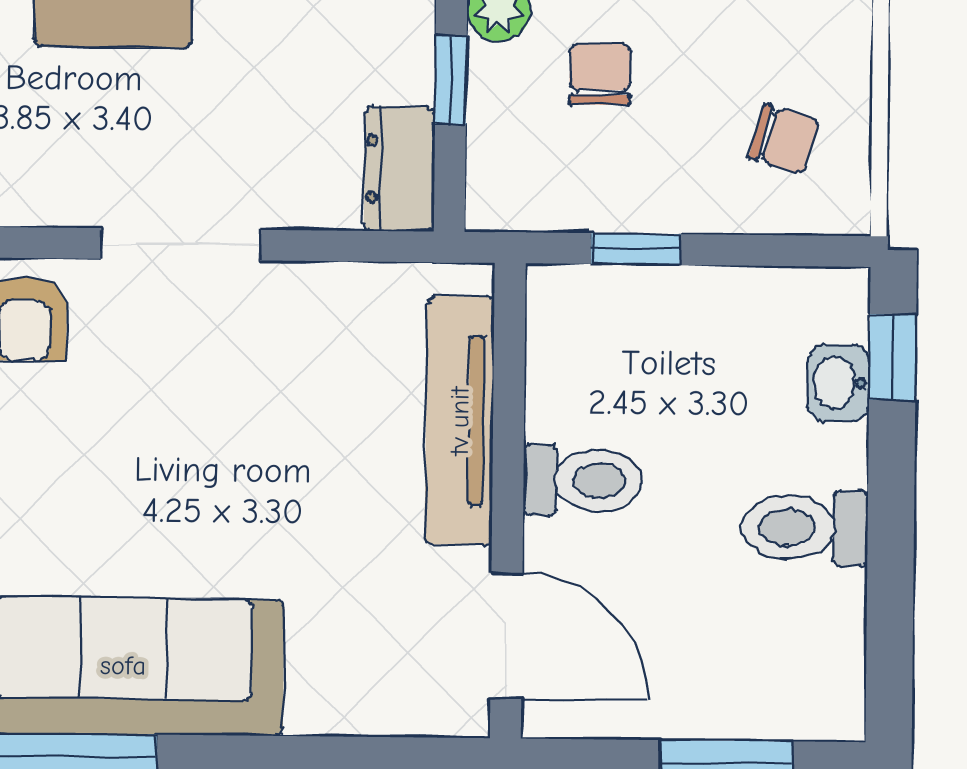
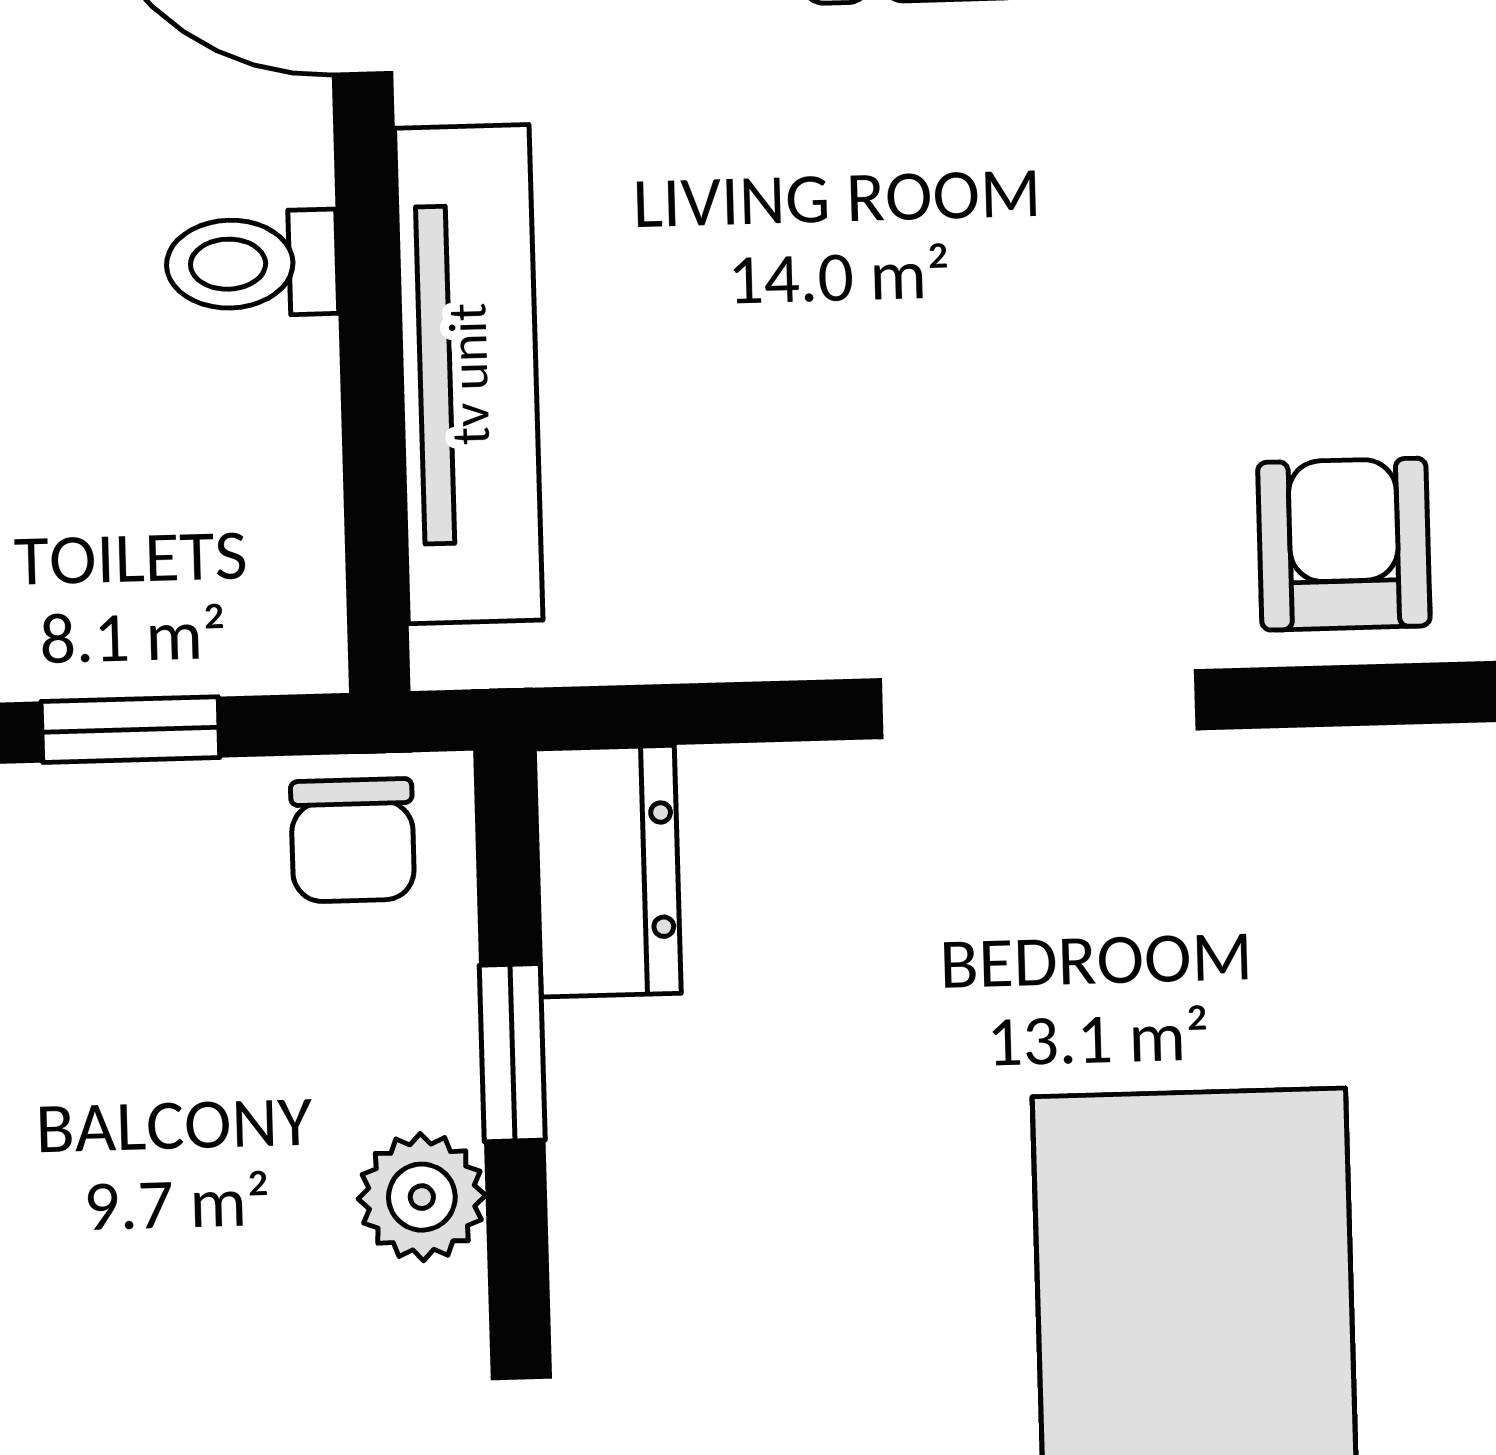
chair: (600, 74) -> (353, 840), moved
toilet: (583, 480) -> (252, 263), width x0.73, depth x0.72

